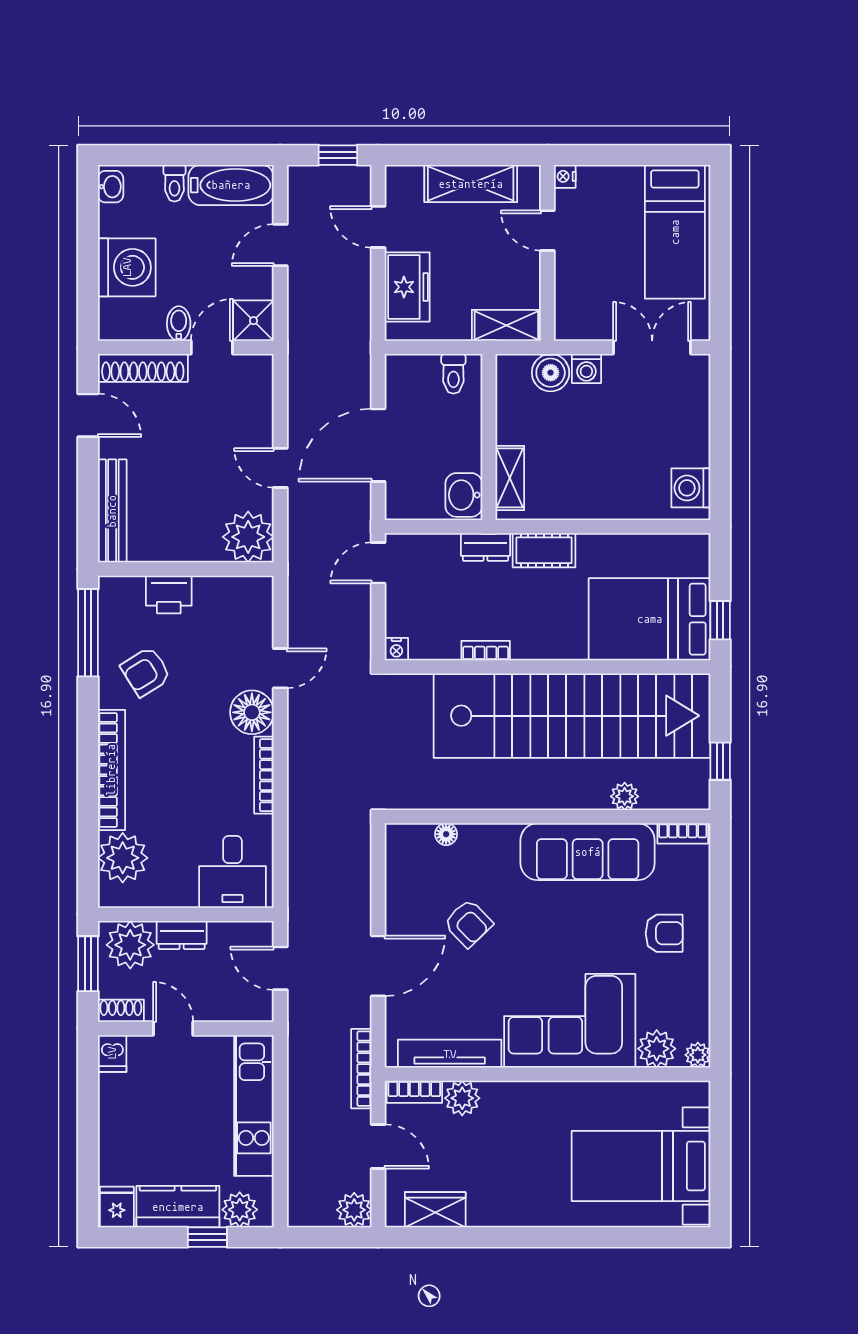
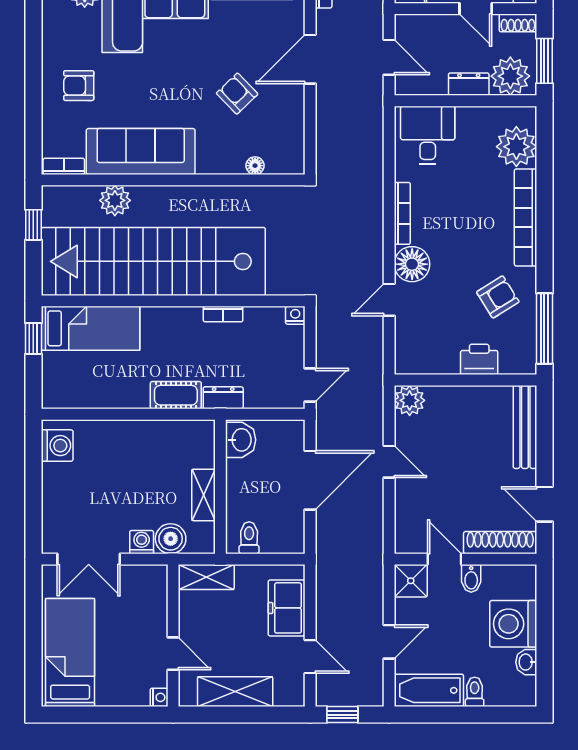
washbasin: (111, 187) -> (526, 662), moved
door: (212, 347) -> (444, 559), swing flipped
shelving: (510, 478) -> (204, 495), moved
plant: (248, 537) -> (410, 400), width x0.73, depth x0.73
bed: (650, 619) -> (91, 328), width x0.67
plant: (625, 796) -> (115, 200), width x1.38, depth x1.38

